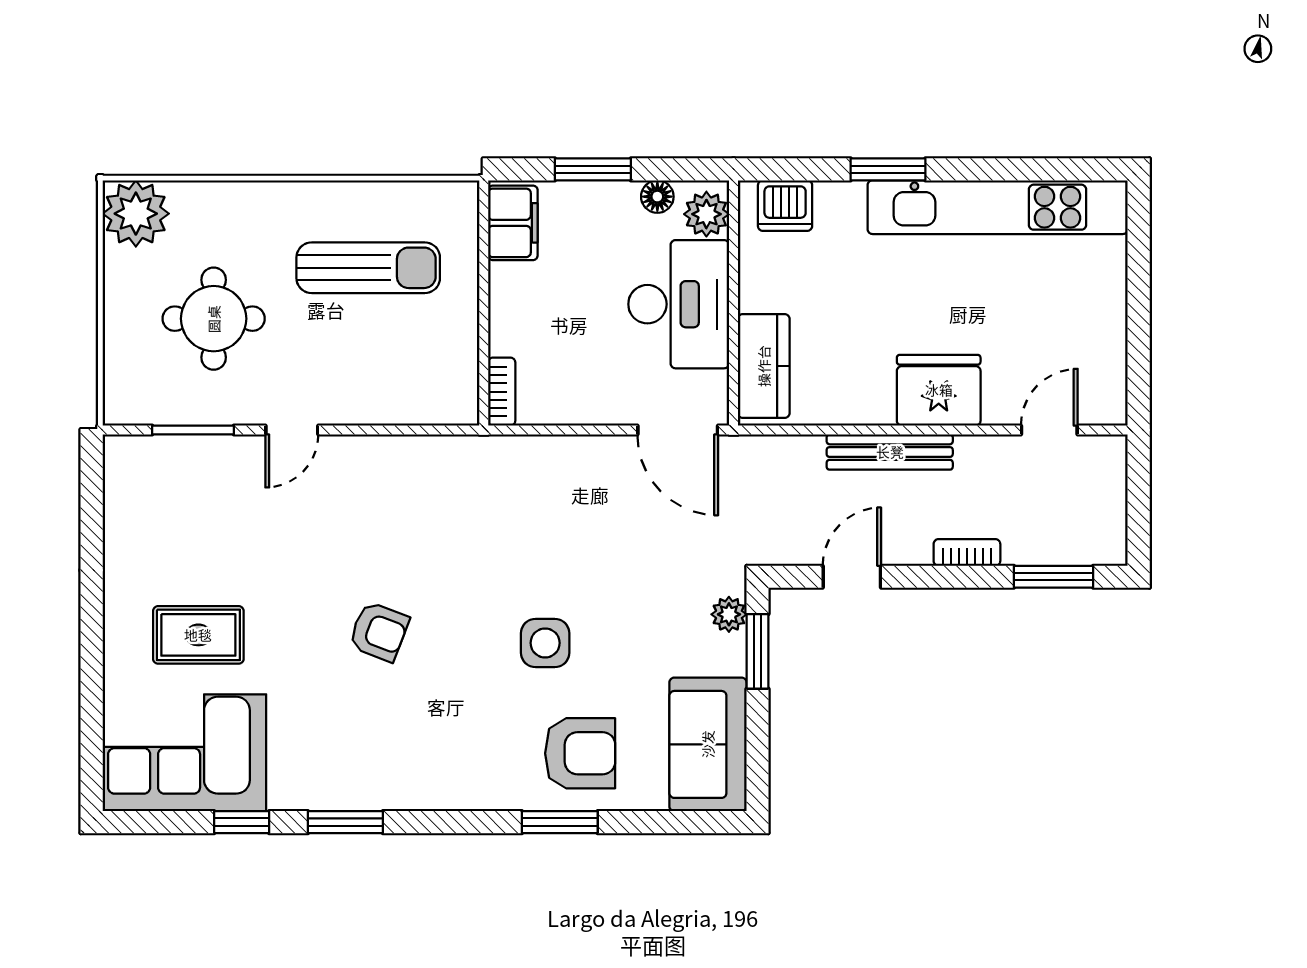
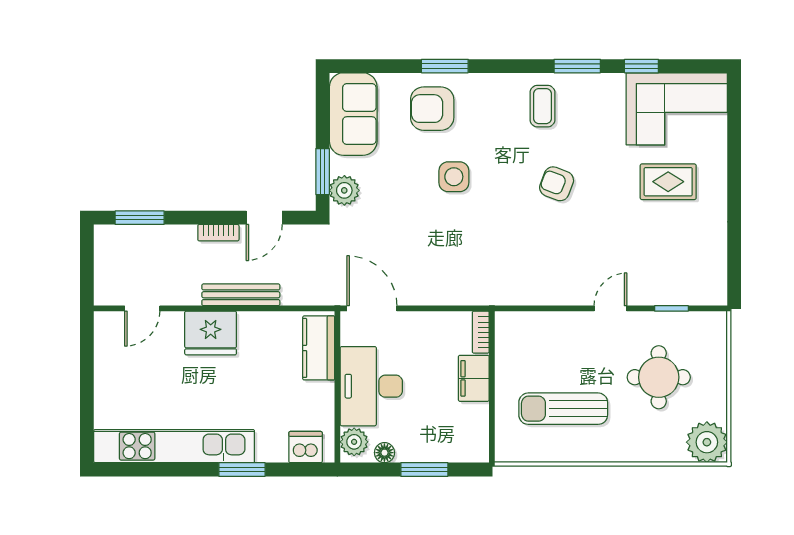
filing cabinet: (513, 223) -> (474, 378), moved
window: (193, 430) -> (671, 308), width x0.67
bookcase: (967, 552) -> (218, 233), moved
plant: (729, 614) -> (344, 190), width x1.38, depth x1.38
coffee table: (402, 757) -> (542, 106), added

